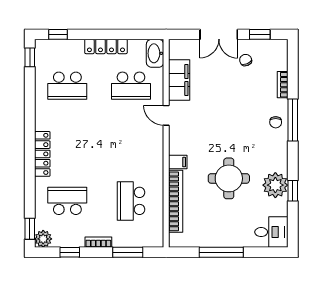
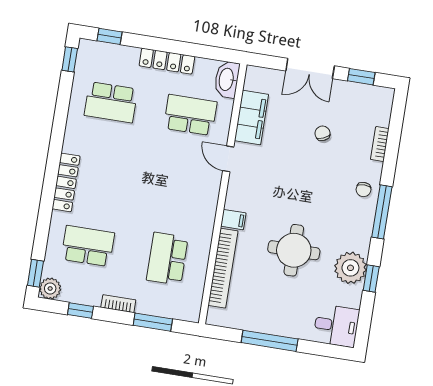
chair: (246, 60) -> (322, 133), moved
school desk: (131, 86) -> (190, 115), turned 180
window: (293, 120) -> (382, 212), moved

